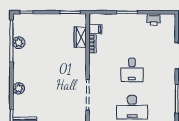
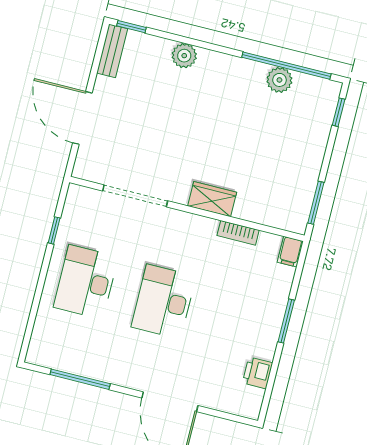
filing cabinet: (95, 29) -> (290, 252), moved
wardrobe: (80, 37) -> (212, 199), moved
desk: (132, 70) -> (164, 302), width x1.37

